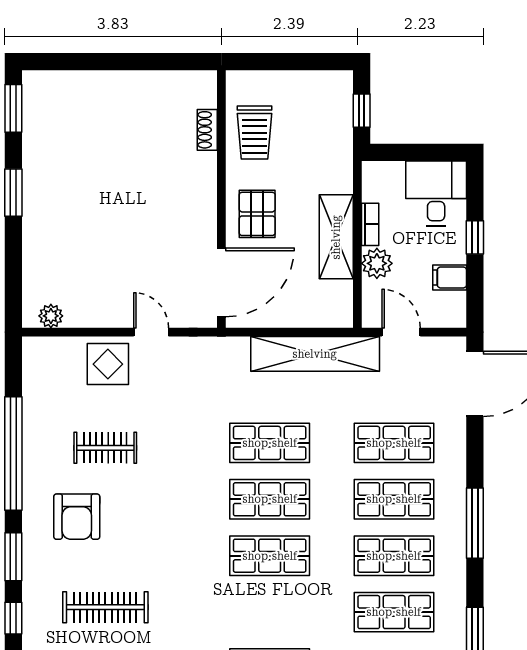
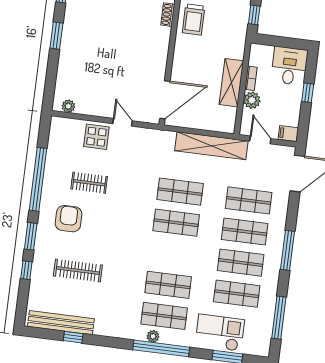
pallet: (257, 214) -> (189, 65), removed
filing cabinet: (450, 277) -> (288, 134), moved
armchair: (77, 517) -> (69, 219), turned 180
shop shelf: (270, 556) -> (168, 285), moved

